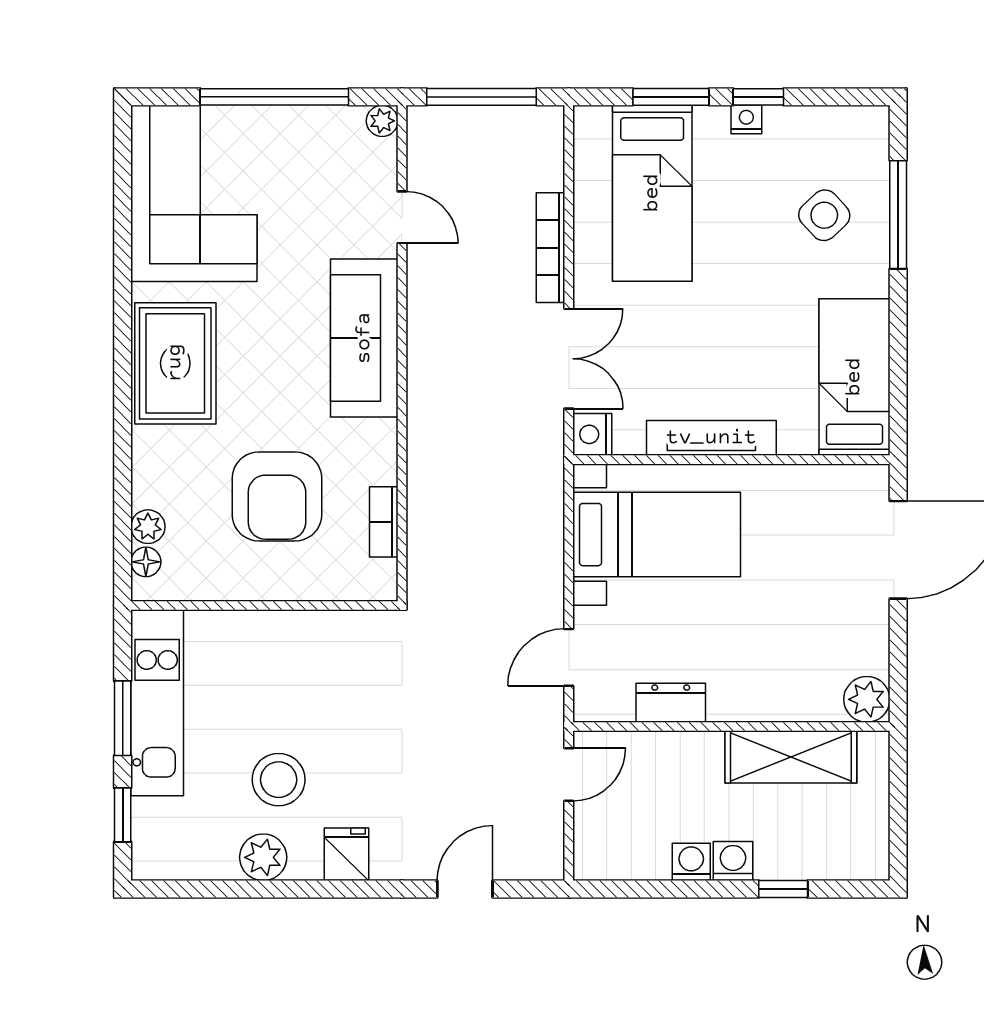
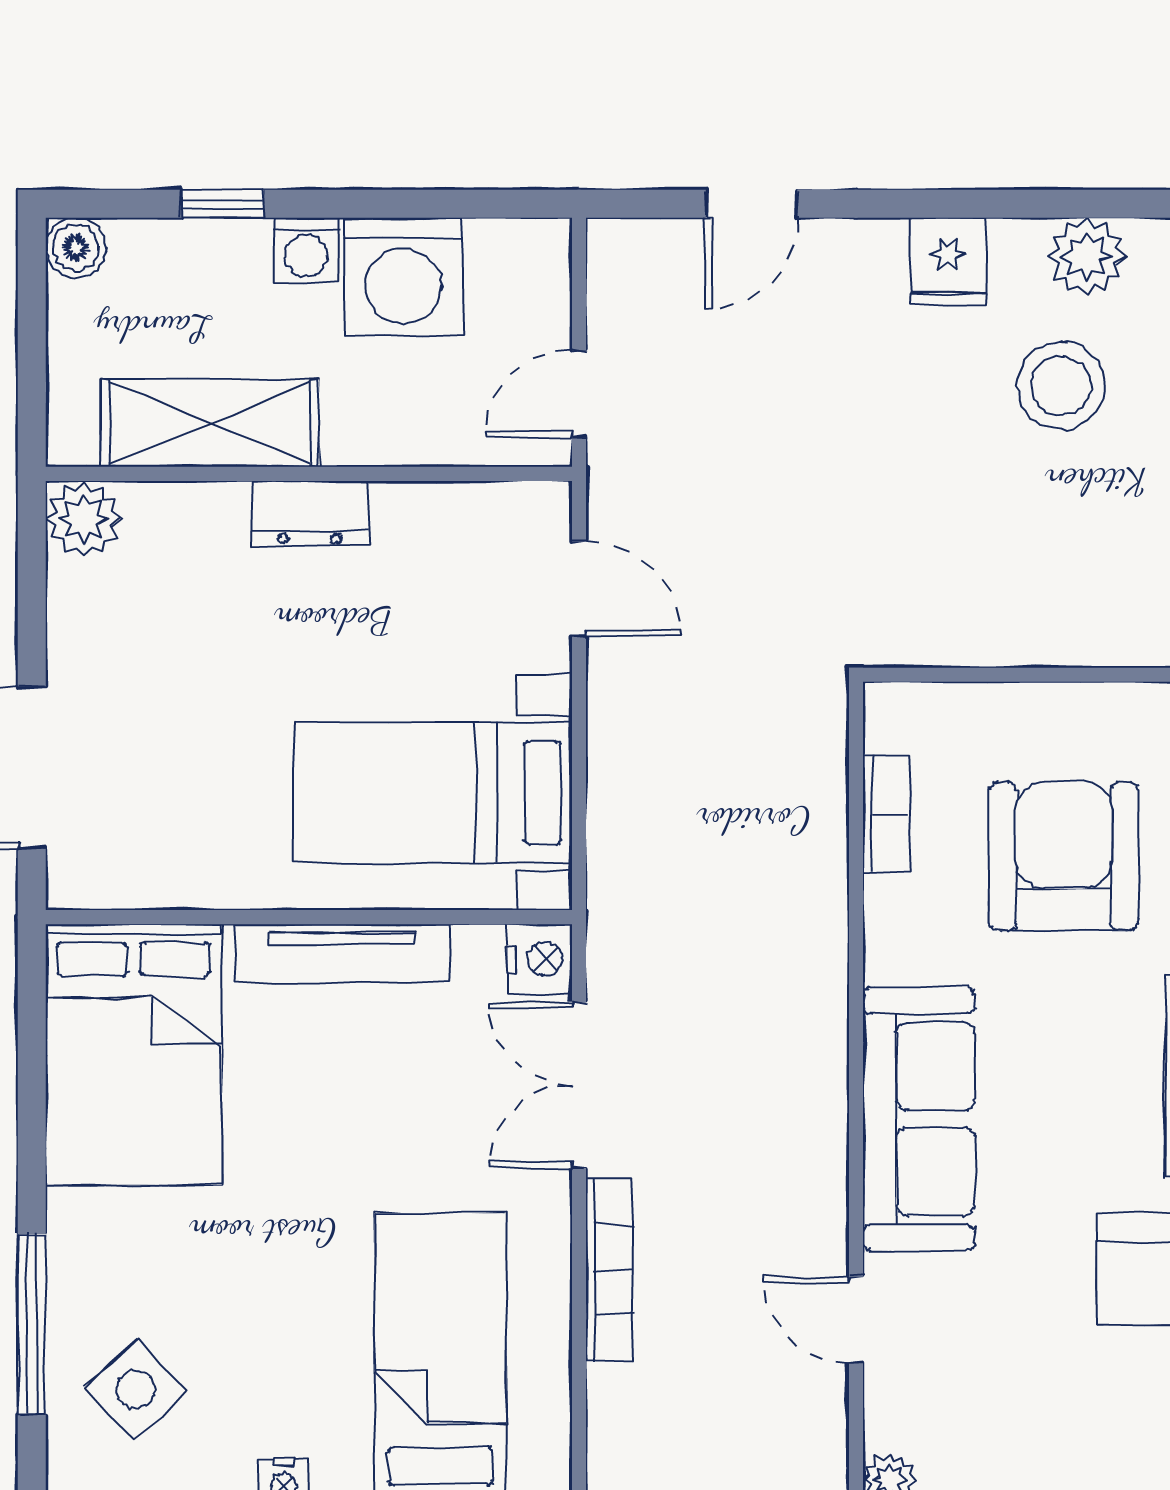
side table: (824, 215) -> (136, 1389), moved
bed: (854, 377) -> (134, 1054), width x1.50
door: (569, 657) -> (579, 589), hinge flipped
dresser: (671, 703) -> (310, 513), moved
washing machine: (691, 862) -> (403, 277), width x1.89, depth x1.89
boiler: (872, 863) -> (76, 248), added

